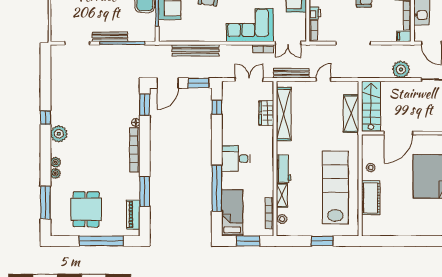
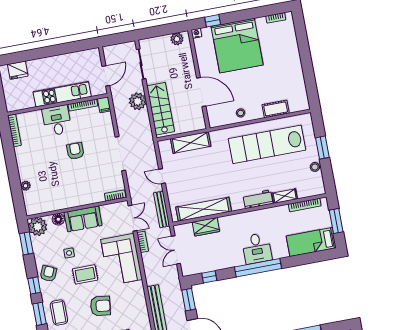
printer: (315, 13) -> (98, 197), removed
stairs: (371, 106) -> (161, 109), moved, turned 90
window: (217, 188) -> (258, 268), moved
cot: (371, 198) -> (276, 109), width x0.73, depth x0.75
stool: (282, 219) -> (315, 167), moved

